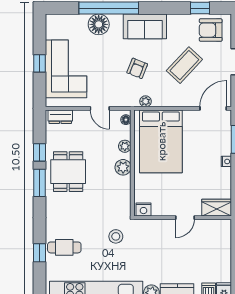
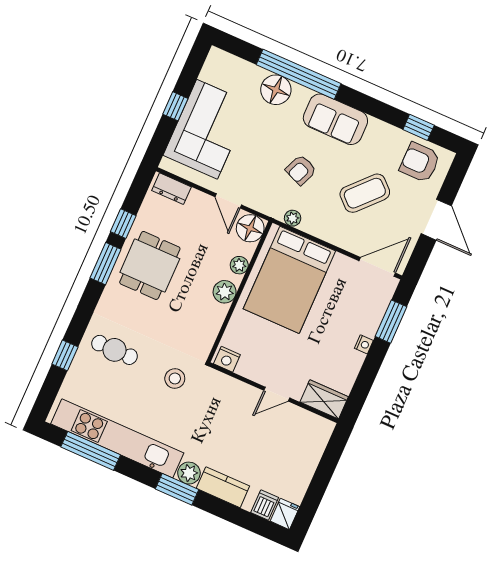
floor lamp: (126, 120) -> (250, 228), width x1.89, depth x1.89
cafe table: (64, 247) -> (115, 350), moved

